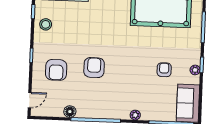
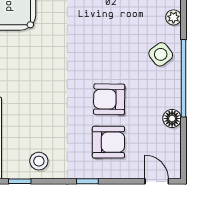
armchair: (94, 68) -> (109, 99), moved
side table: (112, 106) -> (161, 54), added

